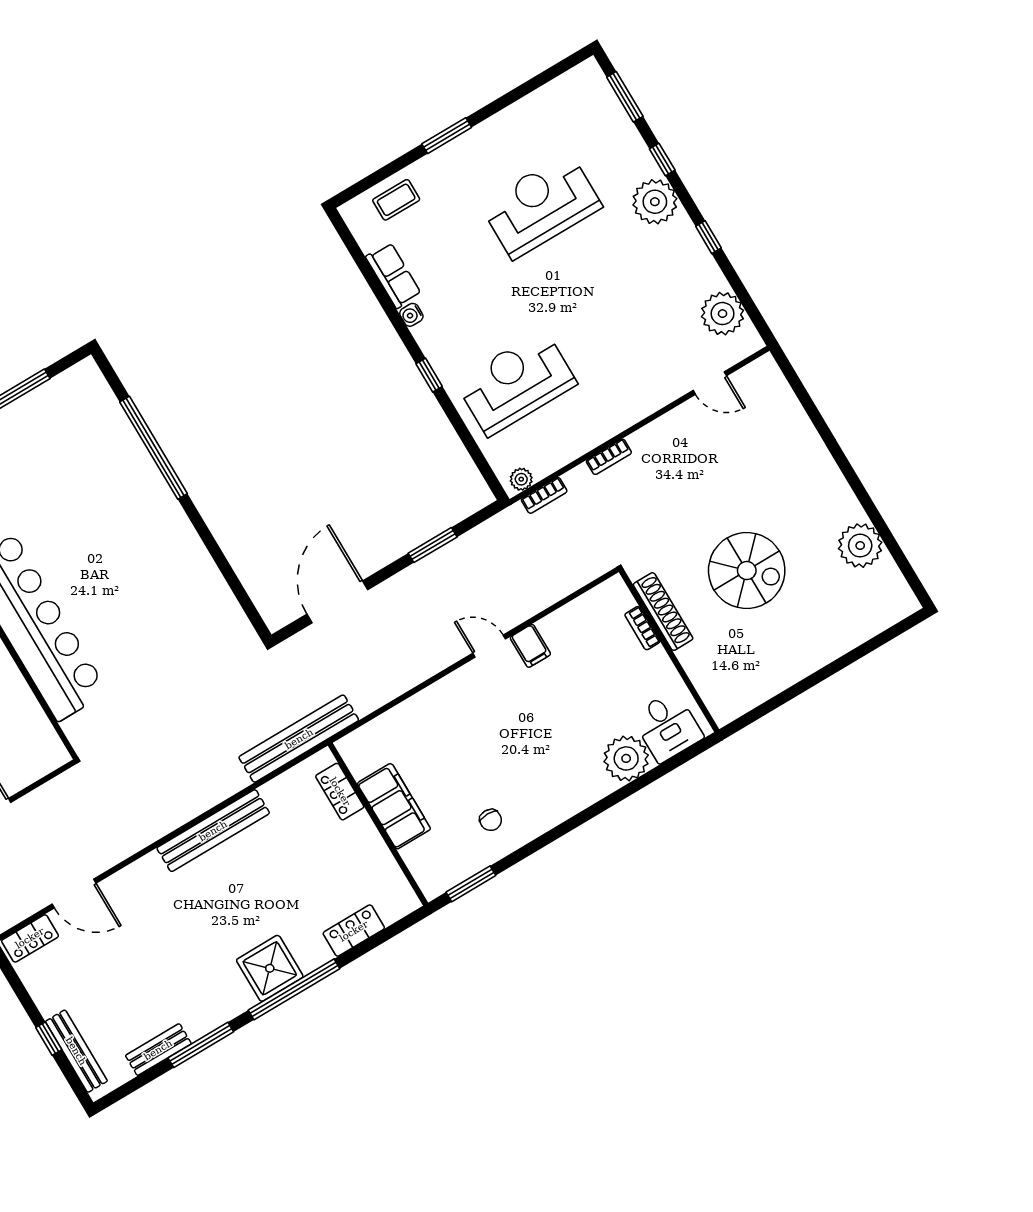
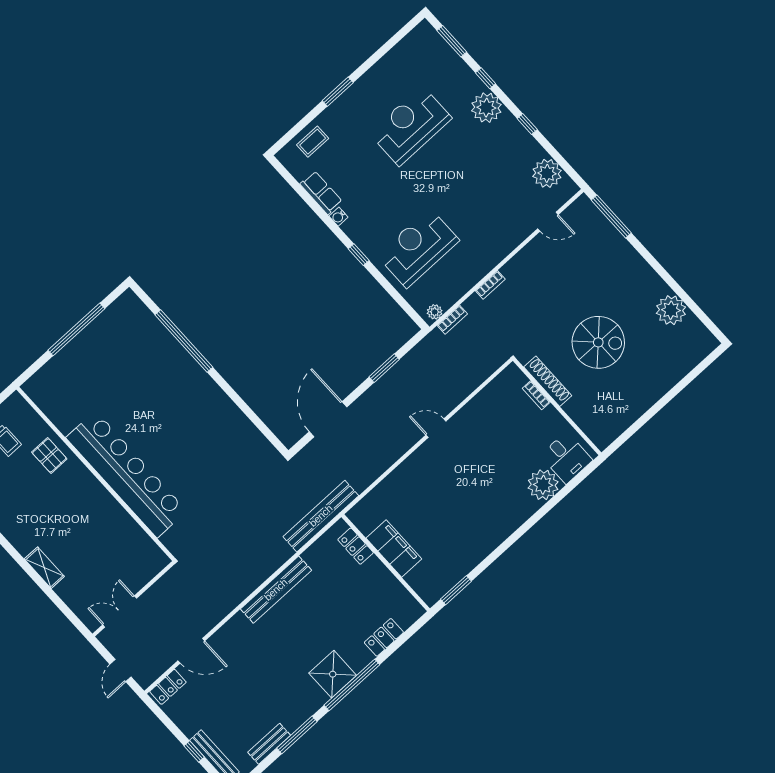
window: (802, 394) -> (611, 217), added
filing cabinet: (530, 646) -> (464, 422), removed
chair: (491, 820) -> (461, 545), removed

